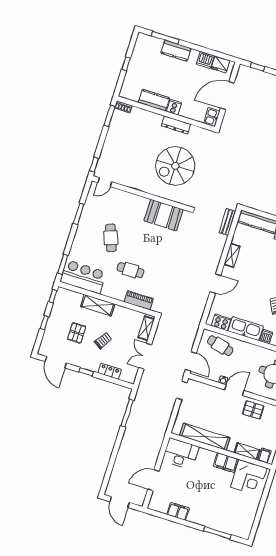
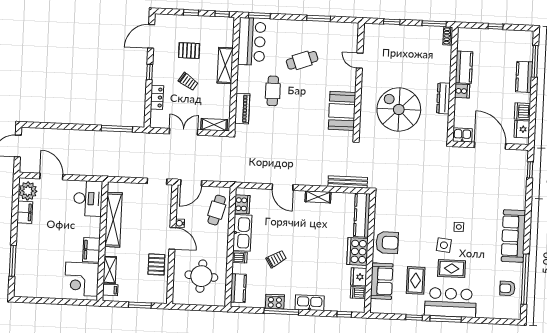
window: (94, 165) -> (392, 22), moved
door: (105, 182) -> (360, 61), moved
bench: (227, 222) -> (348, 182), width x1.36
plant: (160, 504) -> (28, 191), added

